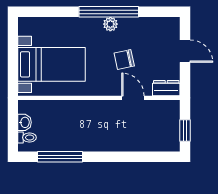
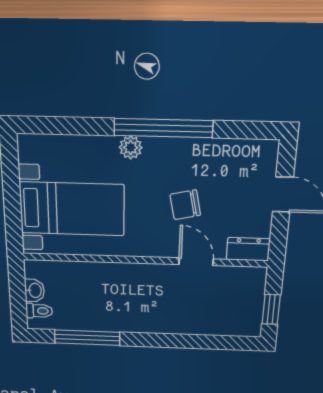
plant: (110, 24) -> (131, 147), moved

